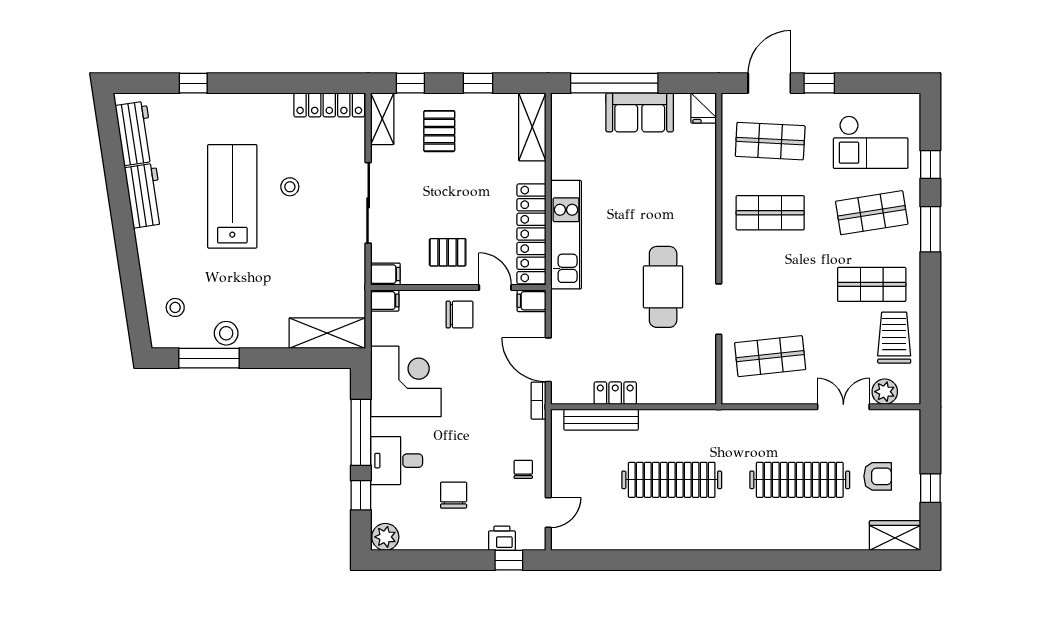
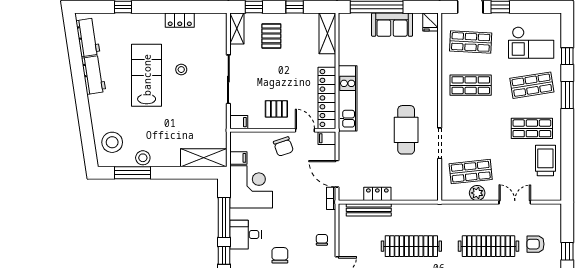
locker: (329, 105) -> (180, 20), moved, width x0.66
filing cabinet: (385, 301) -> (238, 158), moved
stool: (175, 307) -> (112, 142), width x1.89, depth x1.89
chair: (459, 314) -> (283, 146), turned 71
plant: (885, 392) -> (477, 193), moved
armchair: (878, 476) -> (535, 244), turned 180

